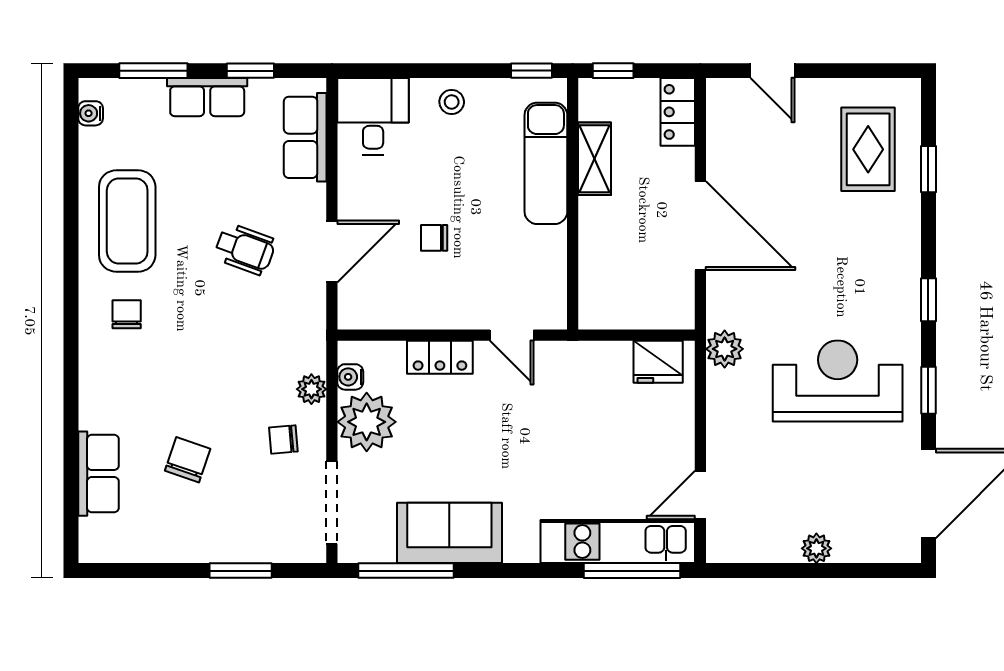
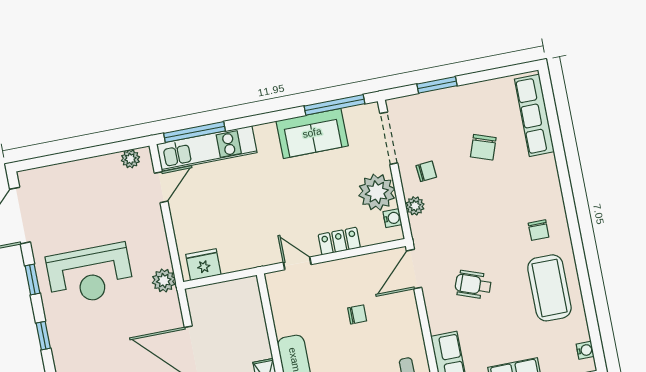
door: (332, 251) -> (414, 269), moved
row of seats: (98, 474) -> (534, 115), width x1.48
plant: (816, 548) -> (130, 159), moved

